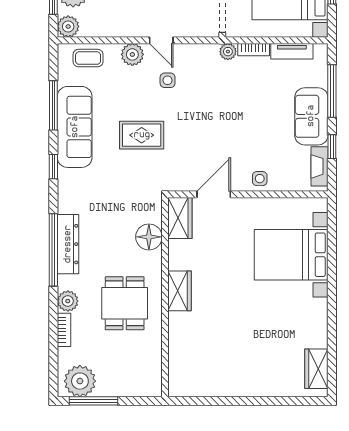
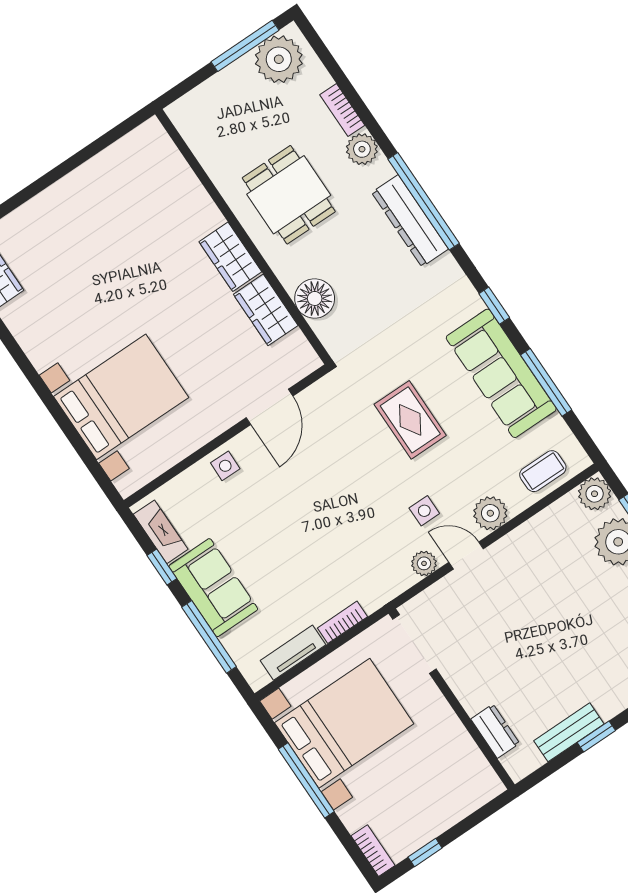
plant: (228, 52) -> (424, 563), moved
rug: (142, 135) -> (410, 420), turned 90
wardrobe: (180, 218) -> (266, 310), moved

